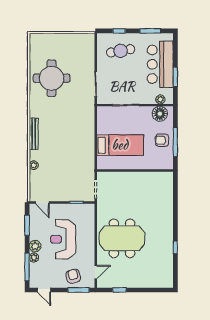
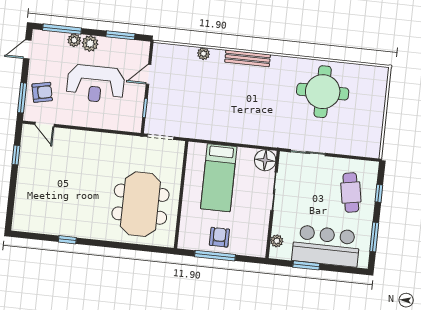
floor lamp: (160, 114) -> (265, 160), moved
door: (42, 203) -> (149, 74), moved
meeting table: (122, 238) -> (140, 204), moved
reception desk: (63, 239) -> (95, 84), turned 180

